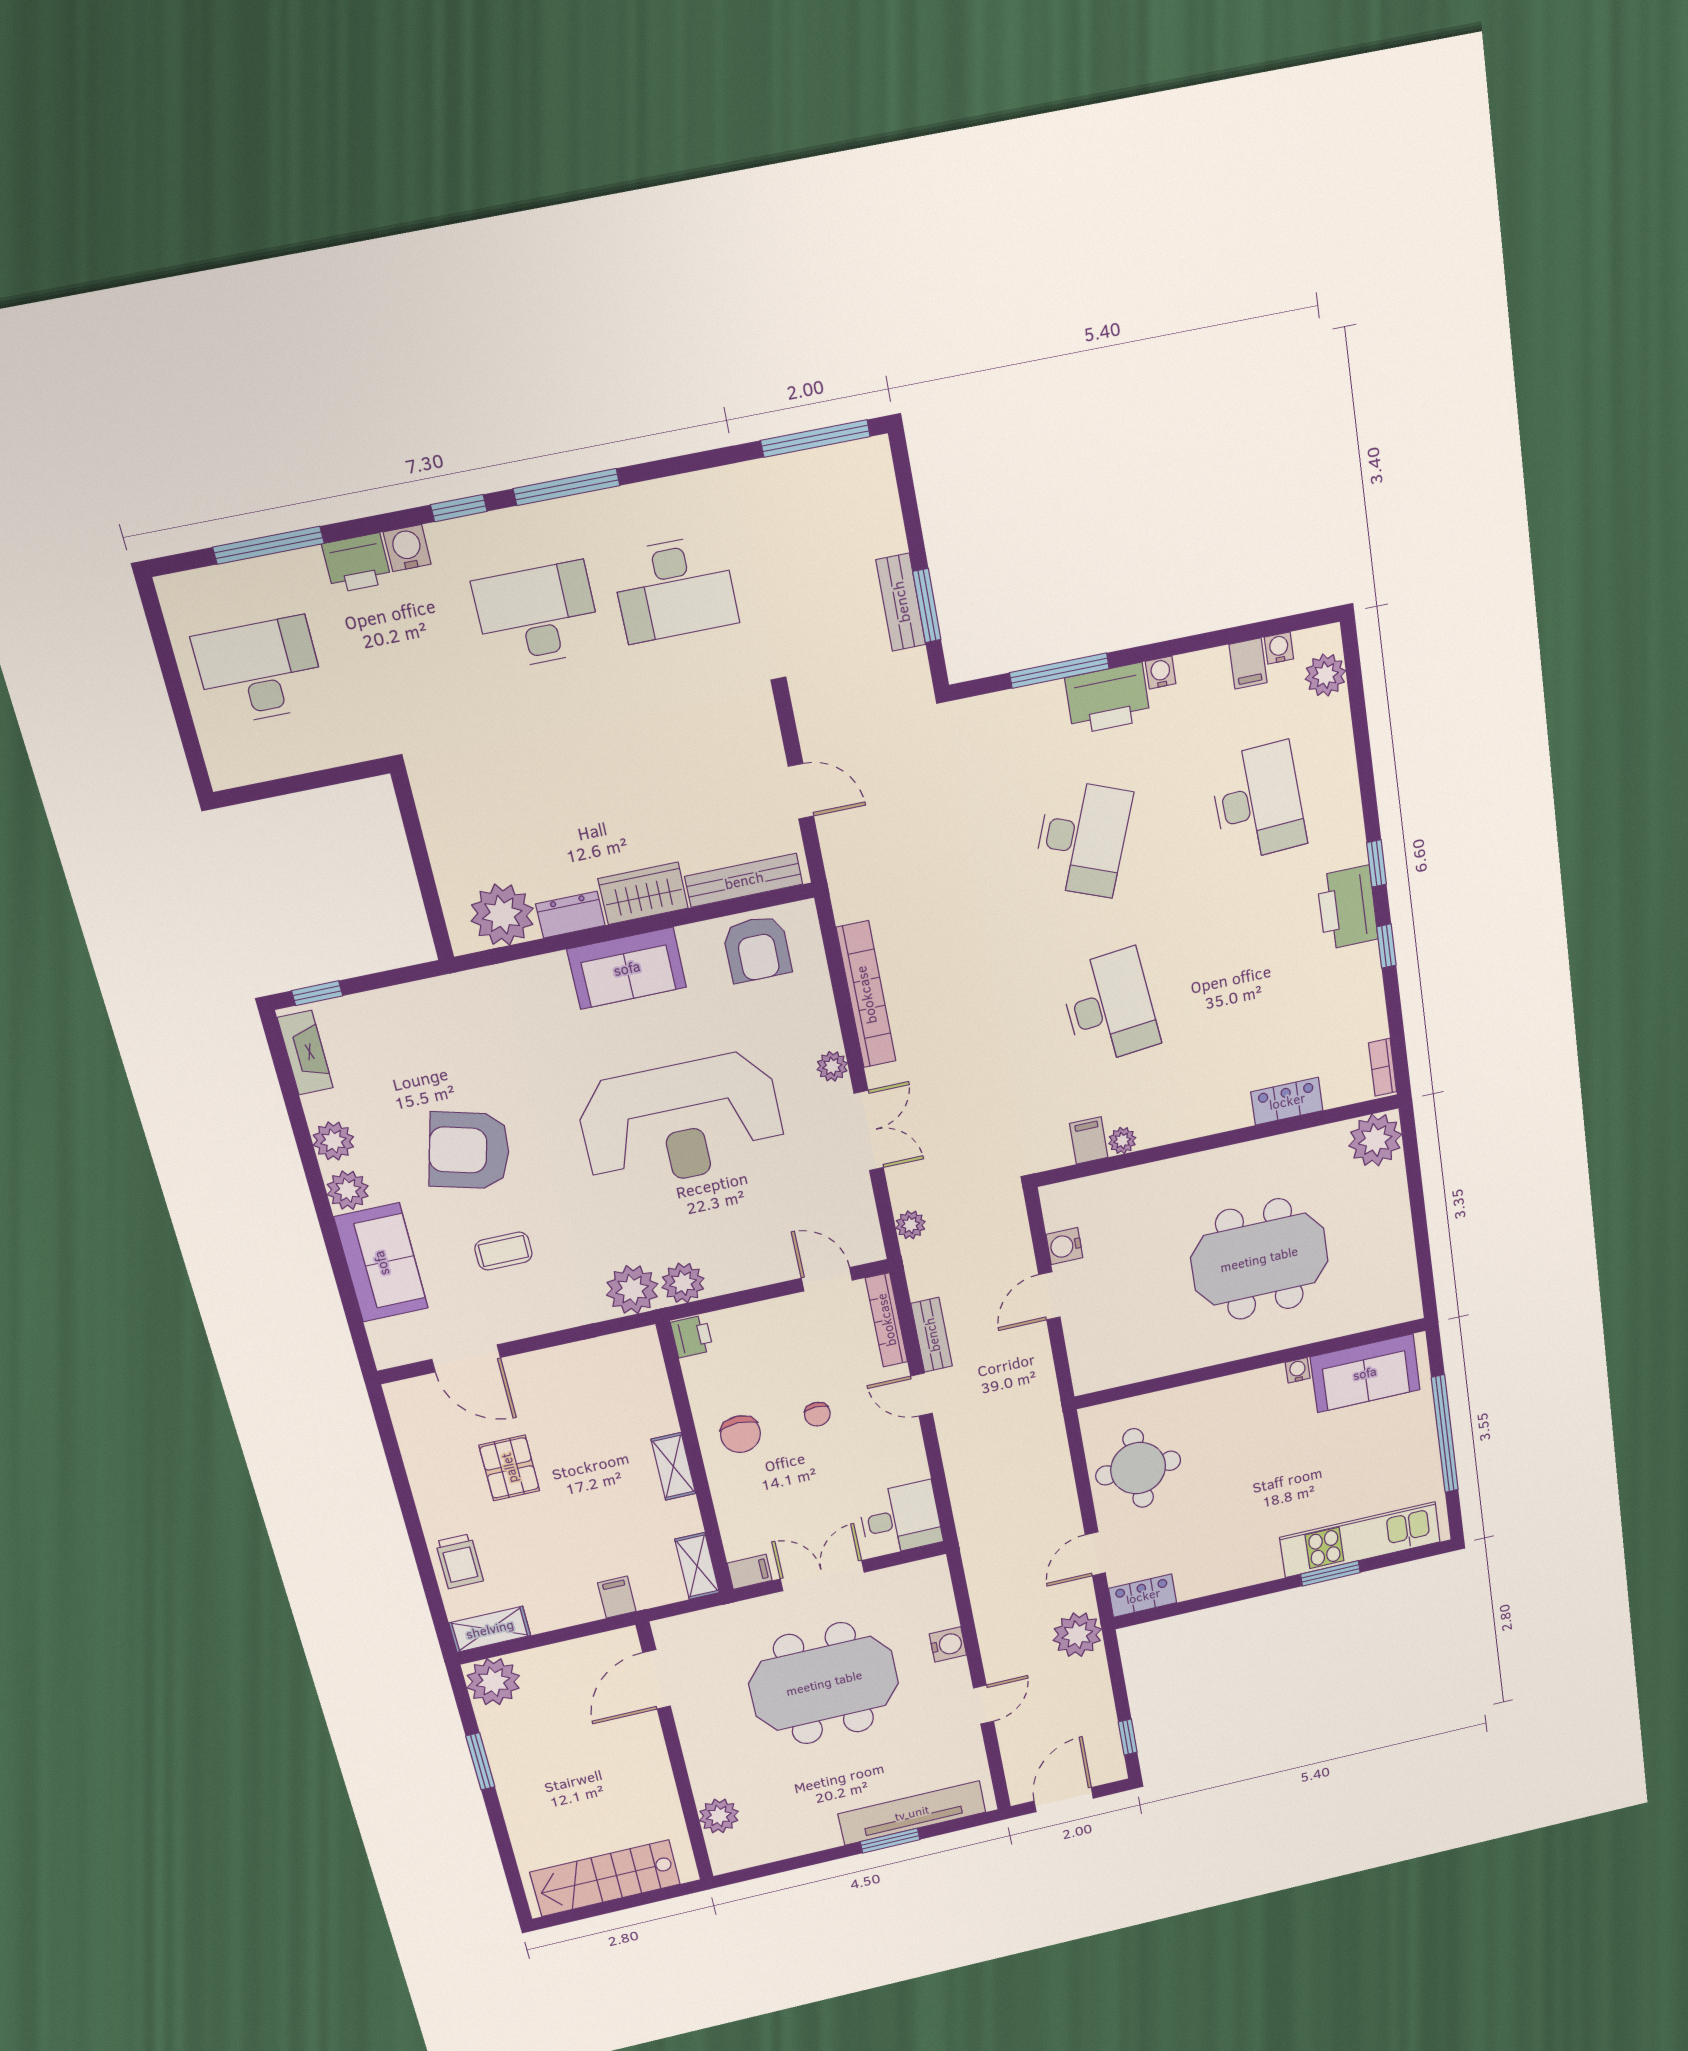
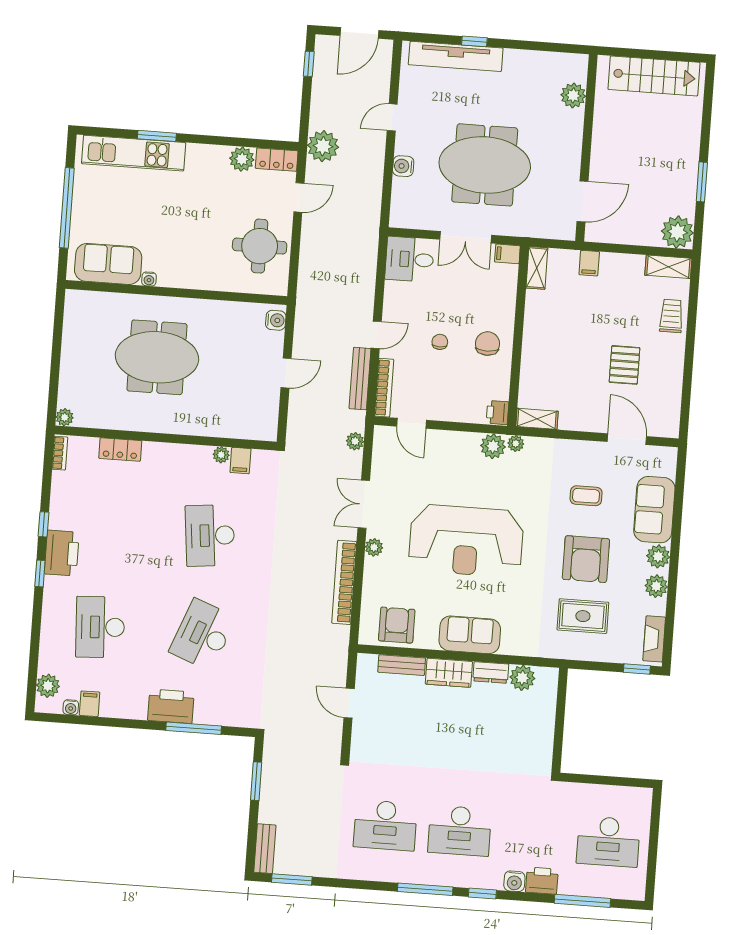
window: (815, 438) -> (292, 880), width x0.69
desk: (675, 588) -> (385, 825), turned 180
bench: (901, 602) -> (265, 849), moved
water cooler: (1161, 673) -> (139, 712), removed
bench: (744, 880) -> (402, 665), width x0.73
plant: (502, 915) -> (522, 678), width x0.73, depth x0.73
rug: (442, 1056) -> (583, 616), added
reception desk: (681, 1122) -> (466, 541), turned 180
plant: (1375, 1140) -> (65, 417), width x0.53, depth x0.53
armchair: (469, 1150) -> (586, 559), turned 75
water cooler: (1064, 1246) -> (276, 320), moved
plant: (632, 1290) -> (516, 443), width x0.53, depth x0.53
bench: (932, 1335) -> (360, 379), width x1.36
door: (922, 1395) -> (376, 335), hinge flipped
shelving: (673, 1466) -> (537, 419), moved, turned 90
plant: (1195, 1580) -> (242, 159), added
window: (890, 1841) -> (474, 41), width x0.67

